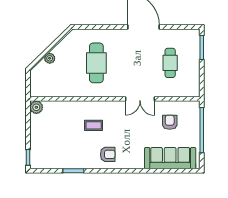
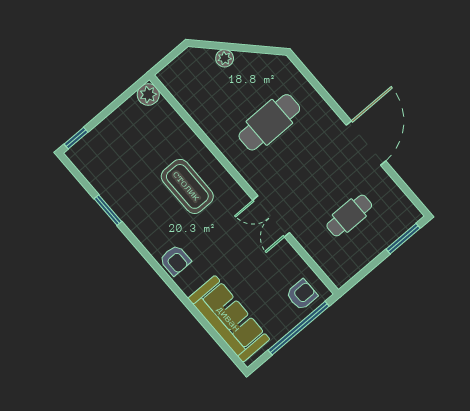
armchair: (170, 122) -> (302, 295), moved
coffee table: (94, 125) -> (187, 186), width x1.86, depth x1.72
armchair: (108, 154) -> (175, 260), moved

